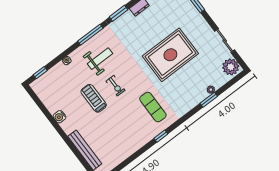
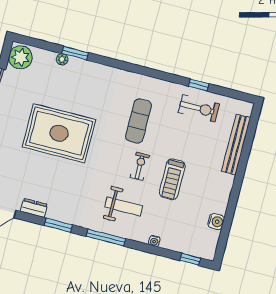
weight bench: (100, 59) -> (124, 206), turned 180
exercise mat: (153, 107) -> (138, 121), moved
water cooler: (59, 117) -> (216, 221), moved
window: (161, 136) -> (199, 85), moved
exercise bike: (122, 145) -> (199, 108), added

